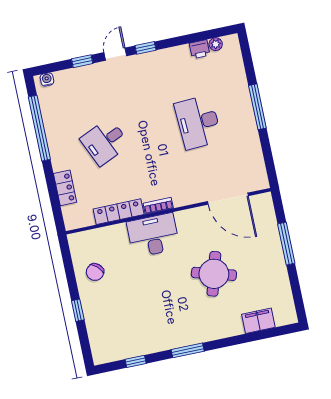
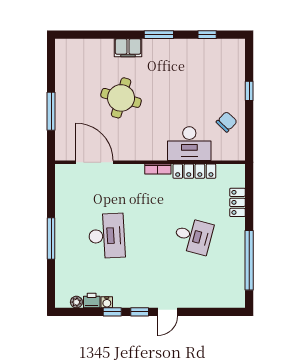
window: (82, 61) -> (112, 312), moved
water cooler: (47, 79) -> (107, 302), moved
desk: (105, 142) -> (193, 236), turned 39
desk: (153, 235) -> (189, 144), moved
filing cabinet: (258, 321) -> (128, 48), moved

